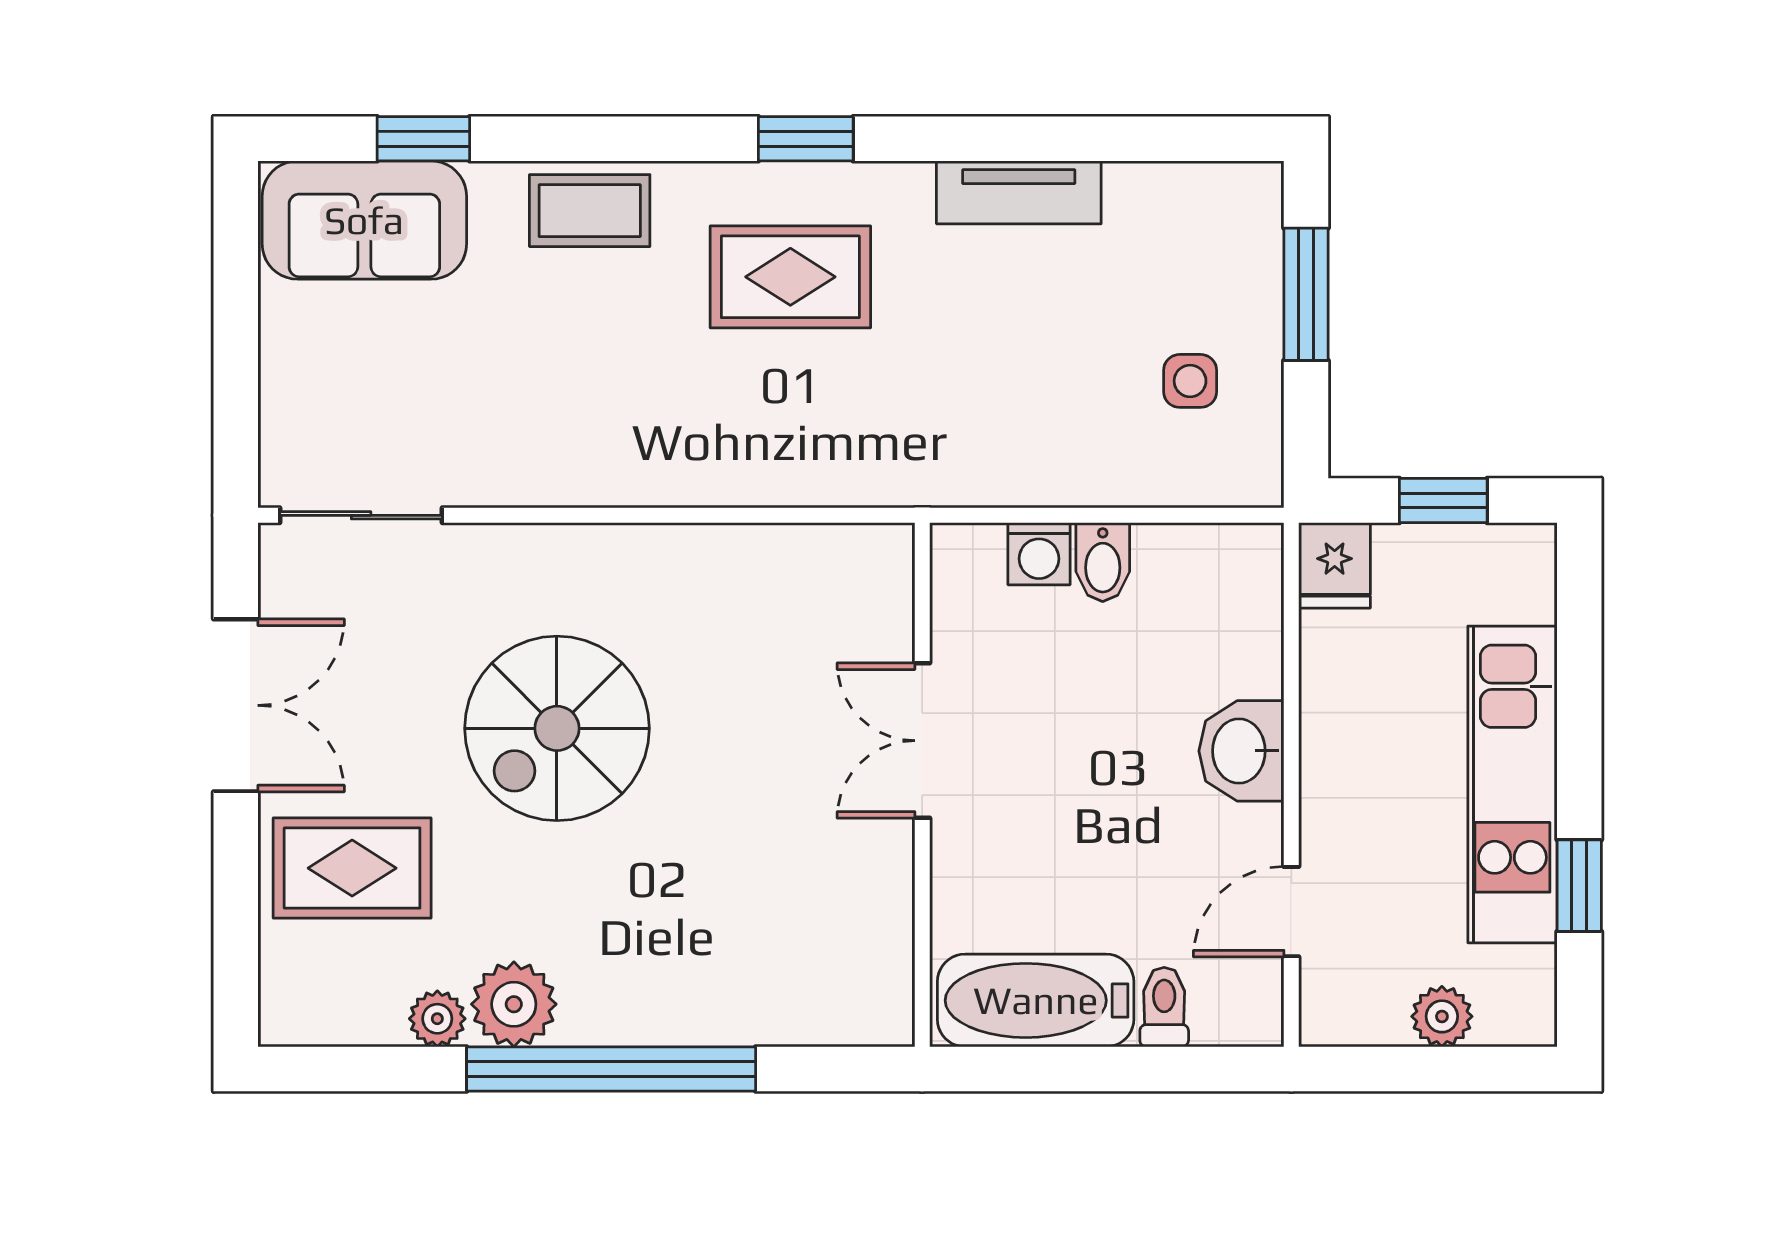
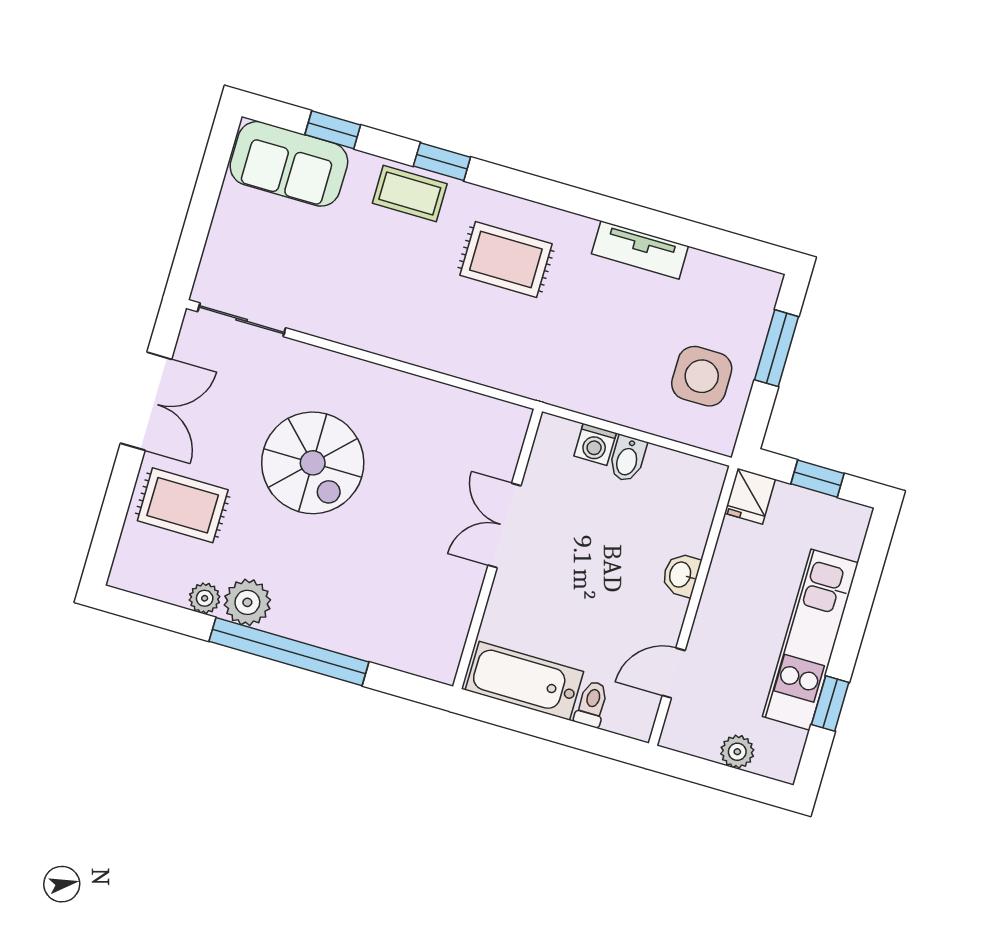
window: (806, 139) -> (442, 162), moved
side table: (1190, 381) -> (702, 376), width x1.87, depth x1.87
spiral stairs: (557, 728) -> (313, 463), turned -90
washbasin: (1241, 751) -> (681, 575), width x0.72, depth x0.69

